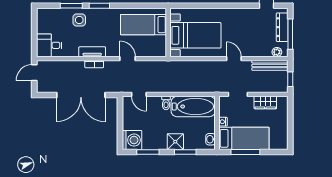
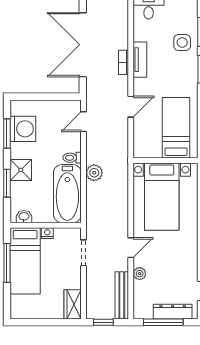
plant: (277, 52) -> (140, 274), moved
plant: (177, 86) -> (94, 173), added
wardrobe: (265, 103) -> (73, 304), moved
washing machine: (132, 140) -> (23, 129), moved, turned -90

